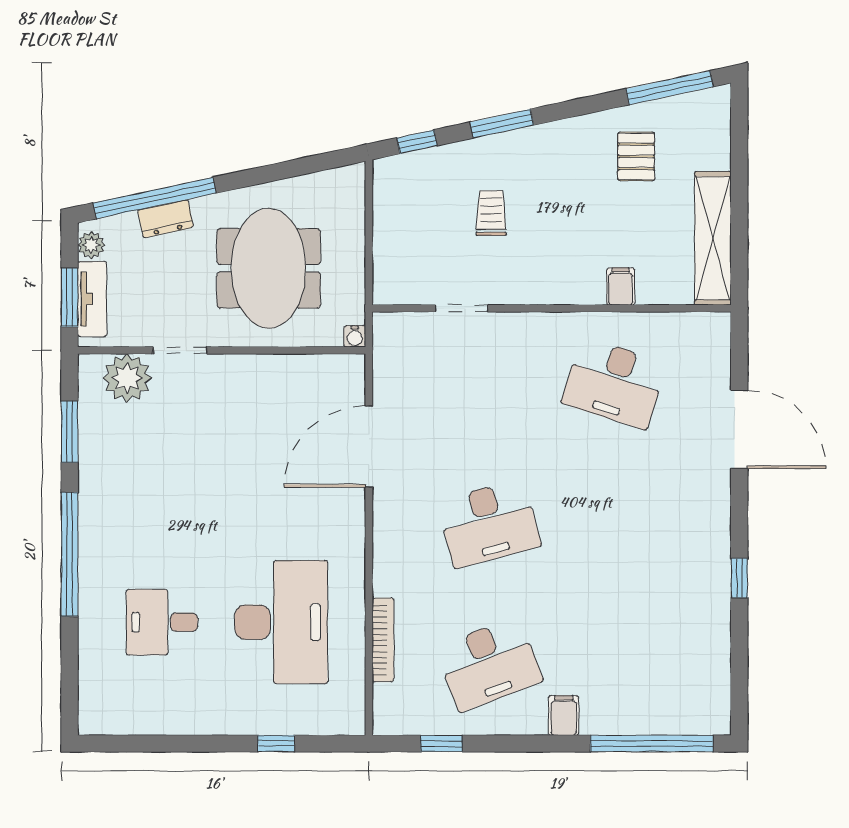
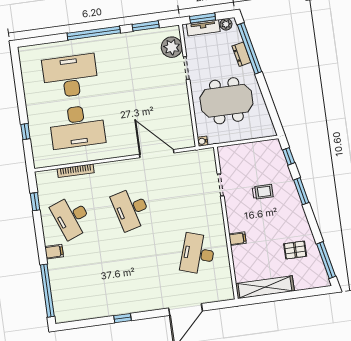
filing cabinet: (621, 286) -> (237, 239), moved
desk: (162, 622) -> (70, 76), width x1.87, depth x1.30

